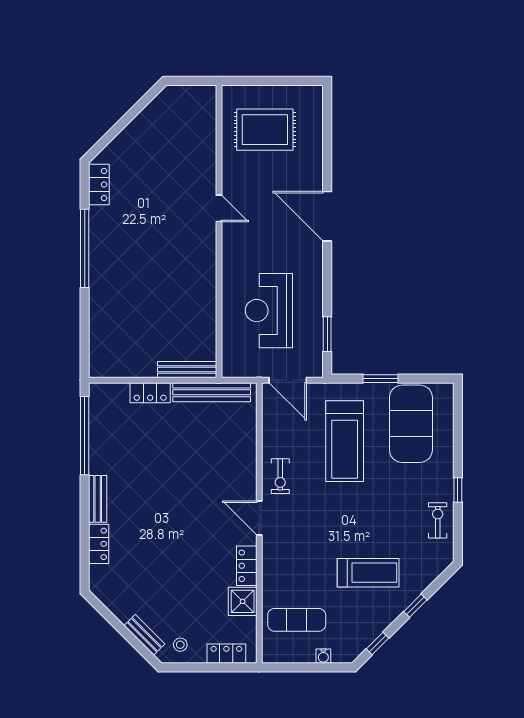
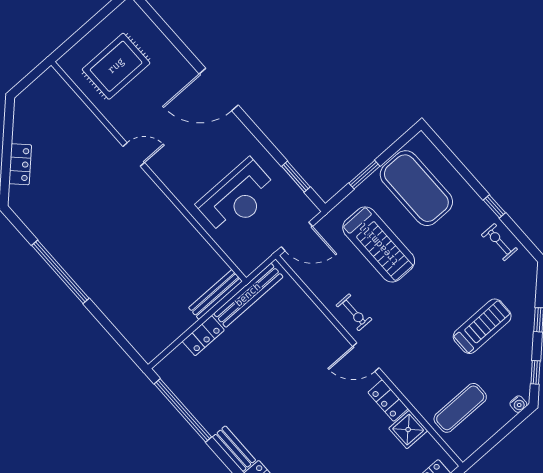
locker: (99, 185) -> (20, 164), moved, turned 45
reception desk: (269, 311) -> (237, 197), turned -90
water cooler: (323, 656) -> (518, 404), moved

